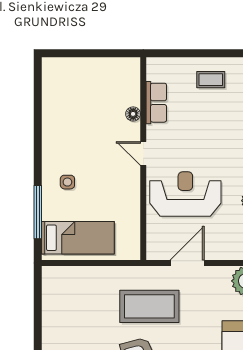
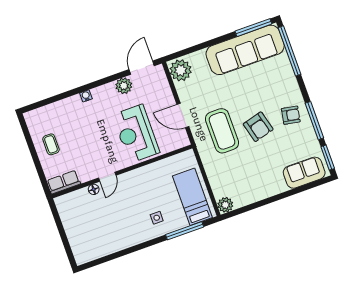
row of seats: (156, 103) -> (64, 182), moved
door: (143, 154) -> (107, 177), moved
plant: (52, 277) -> (225, 205), added

